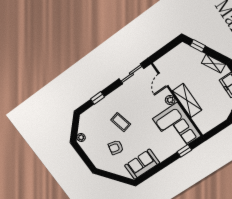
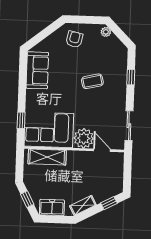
plant: (170, 100) -> (84, 138), width x1.88, depth x1.88
shelving: (187, 101) -> (47, 157), moved
armchair: (116, 147) -> (74, 39), moved

